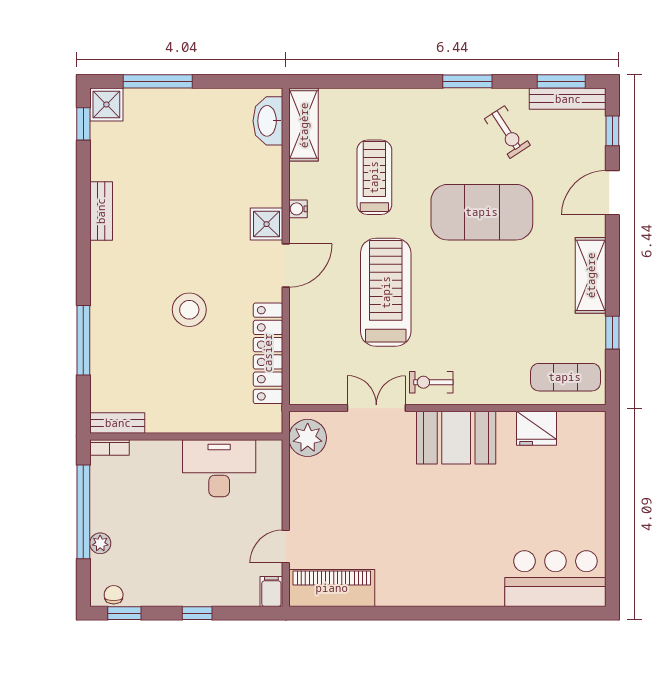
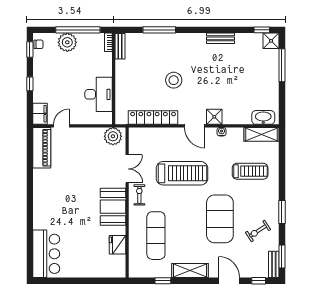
bench: (568, 99) -> (274, 264), width x0.73
treadmill: (374, 177) -> (250, 171), moved
exercise mat: (565, 377) -> (156, 236), moved, width x1.36, depth x1.45
plant: (100, 543) -> (67, 42), width x1.88, depth x1.88
door: (286, 547) -> (61, 126), hinge flipped
filing cabinet: (271, 592) -> (40, 114), width x2.00

